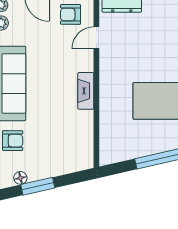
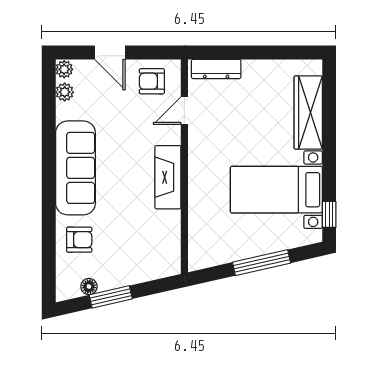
fireplace: (86, 91) -> (168, 177), width x1.37, depth x1.32

